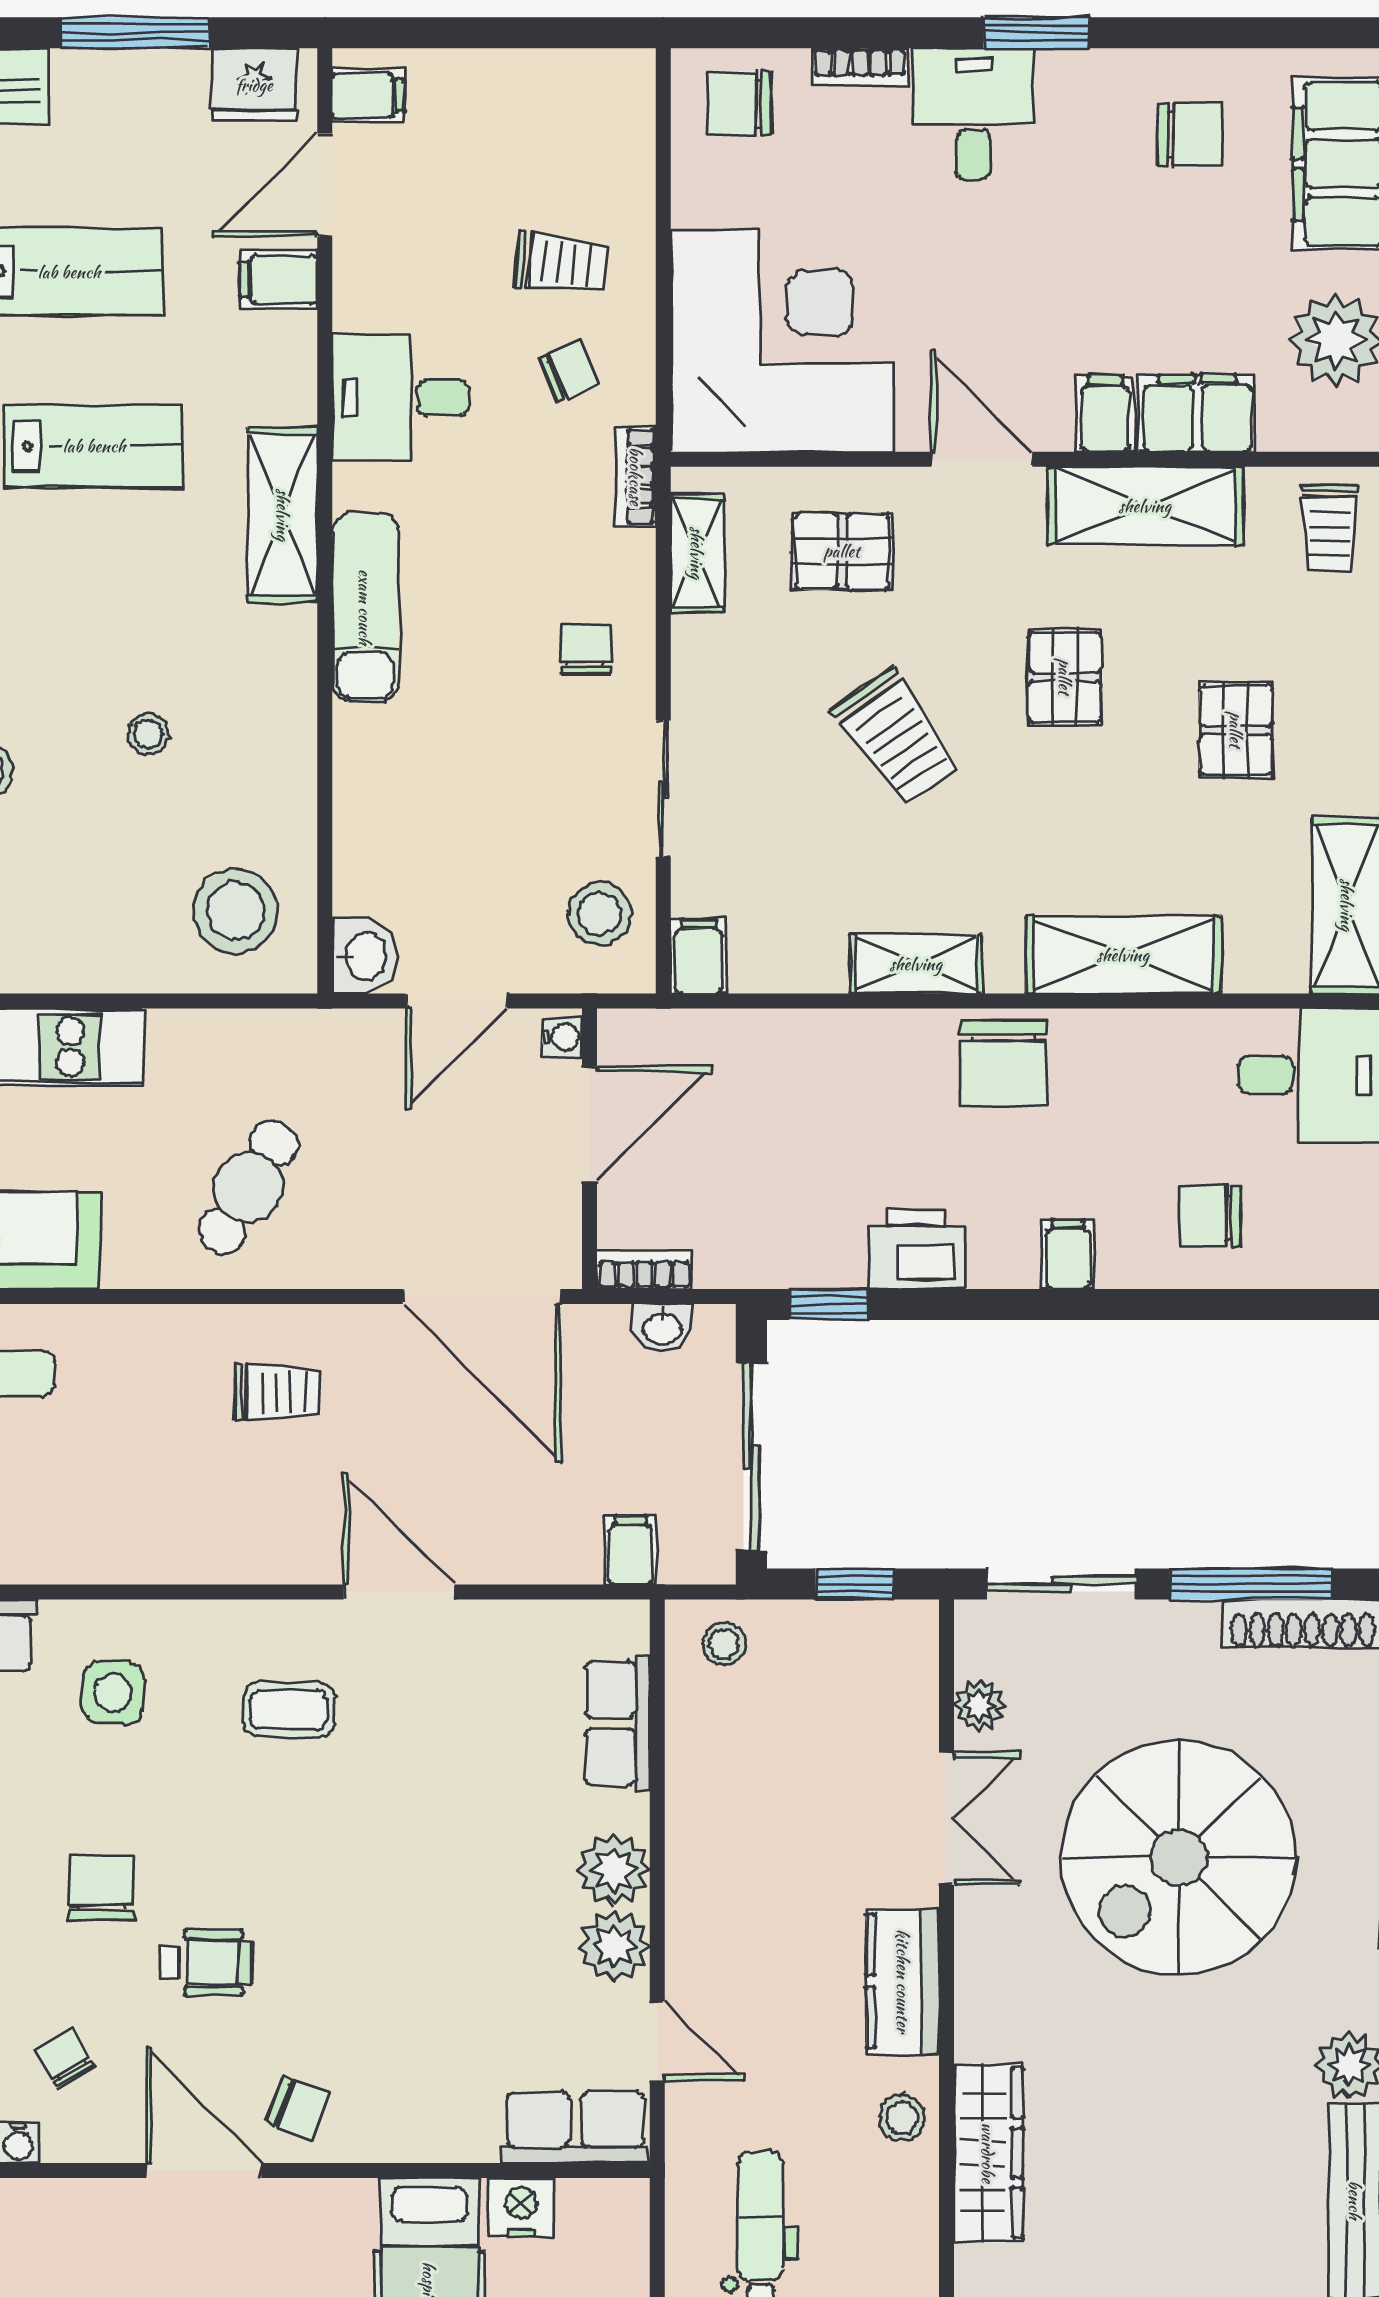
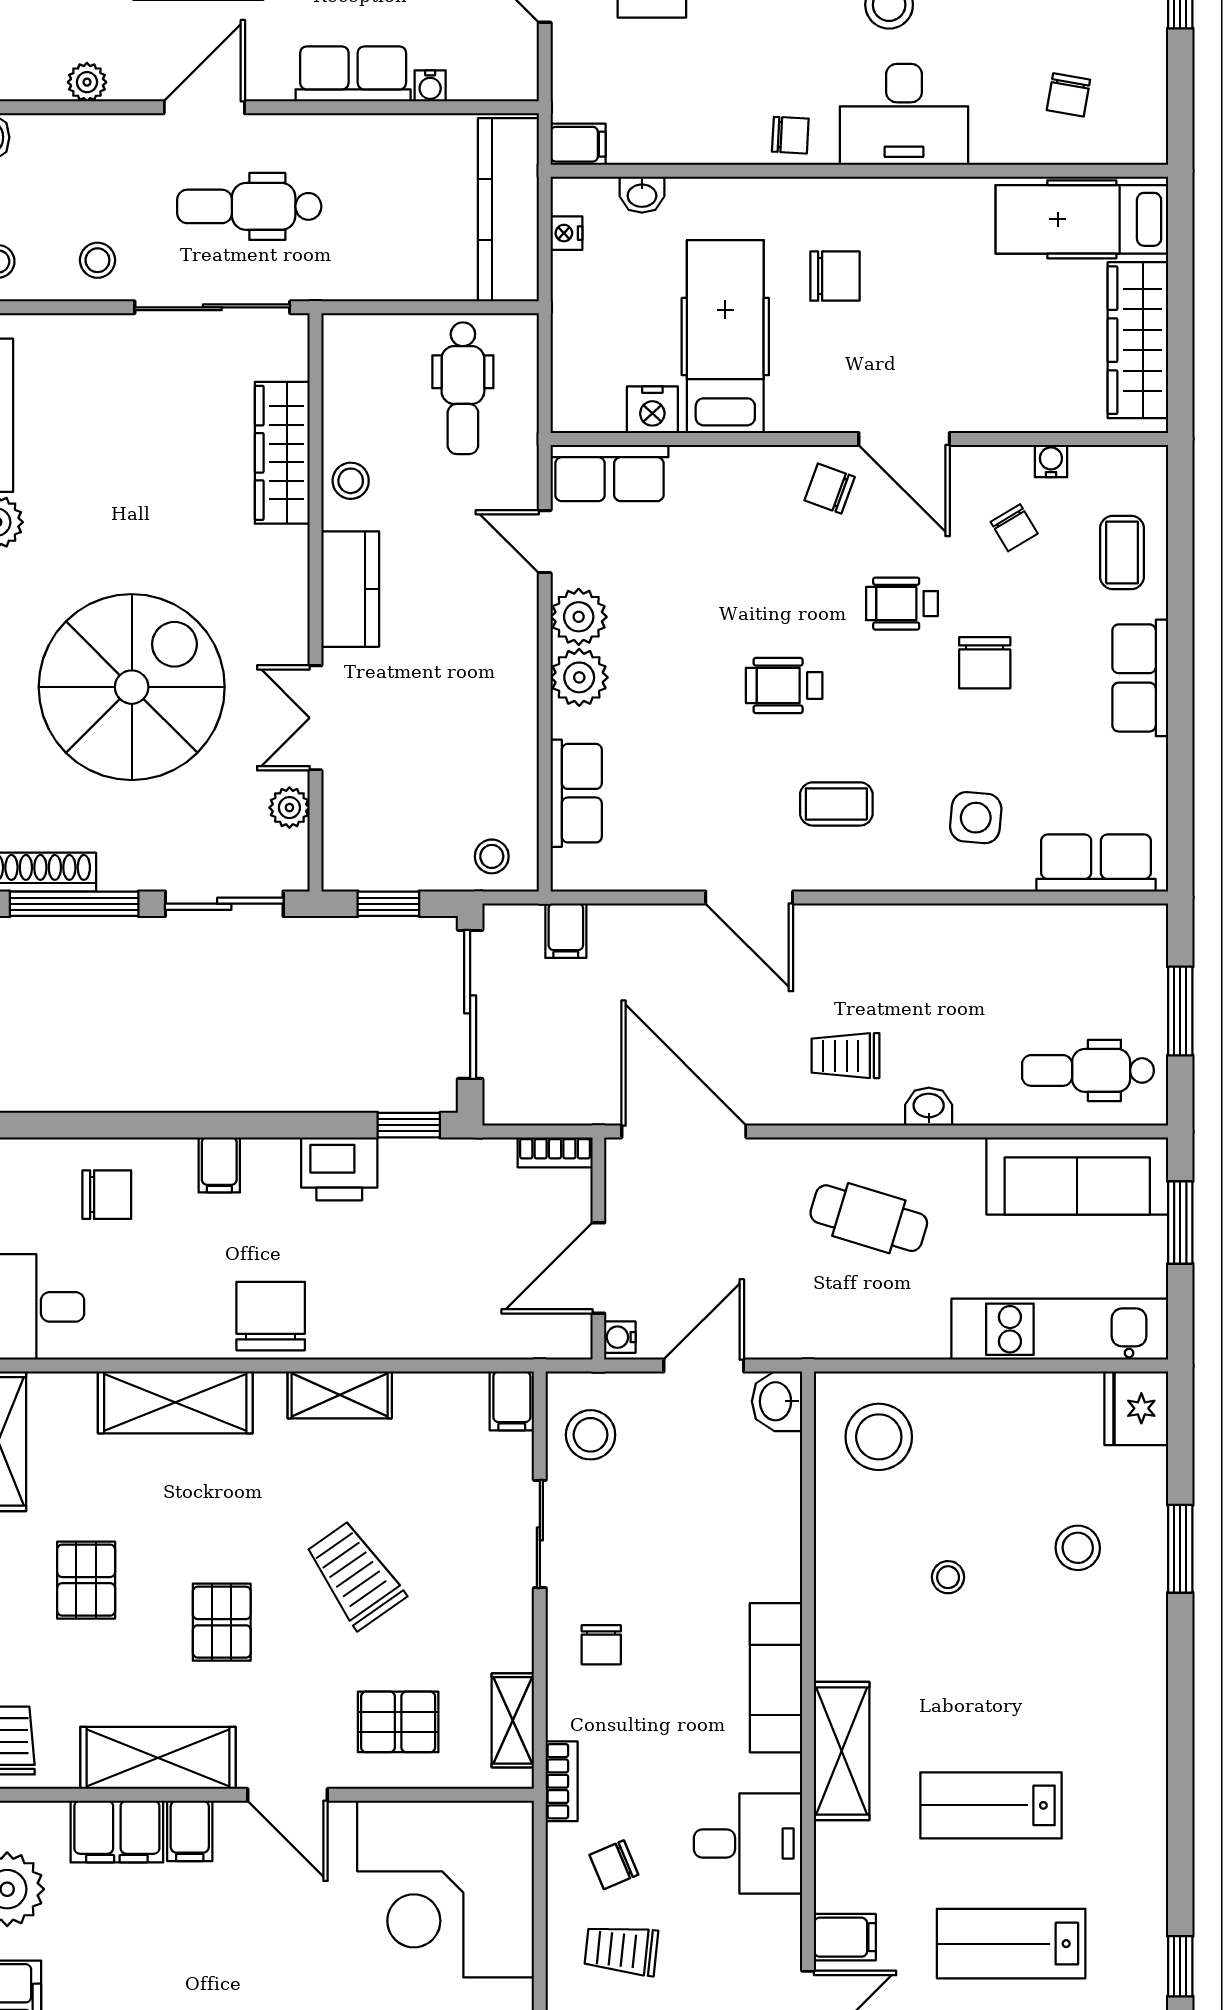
cafe table: (248, 1187) -> (869, 1218), turned 76
washbasin: (662, 1328) -> (929, 1107), moved
wheelchair: (355, 1859) -> (784, 685), added

